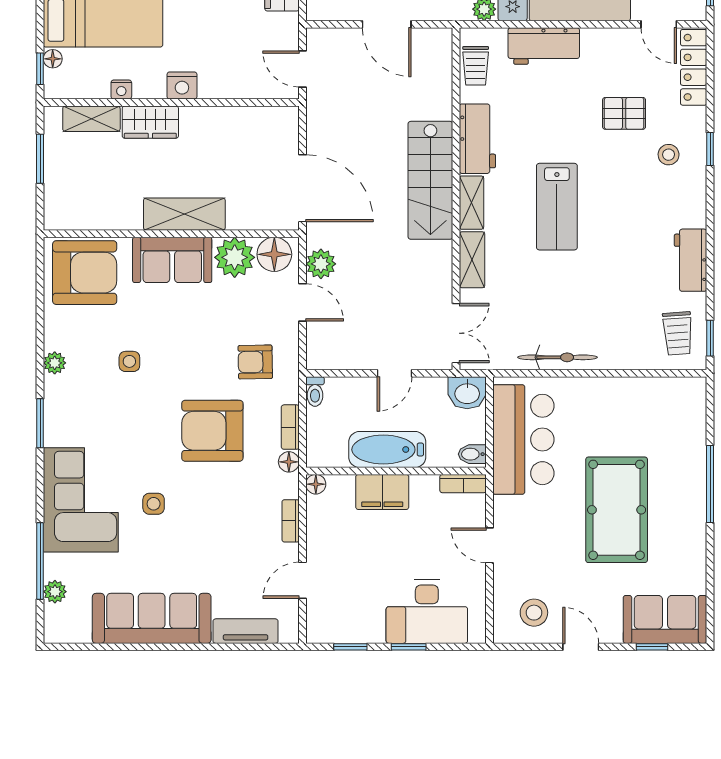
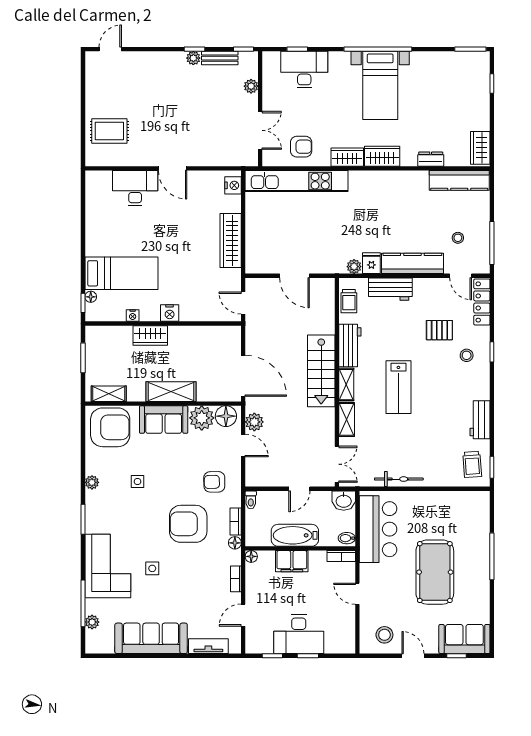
shelving: (91, 119) -> (109, 394), moved
desk: (427, 612) -> (299, 634), moved

